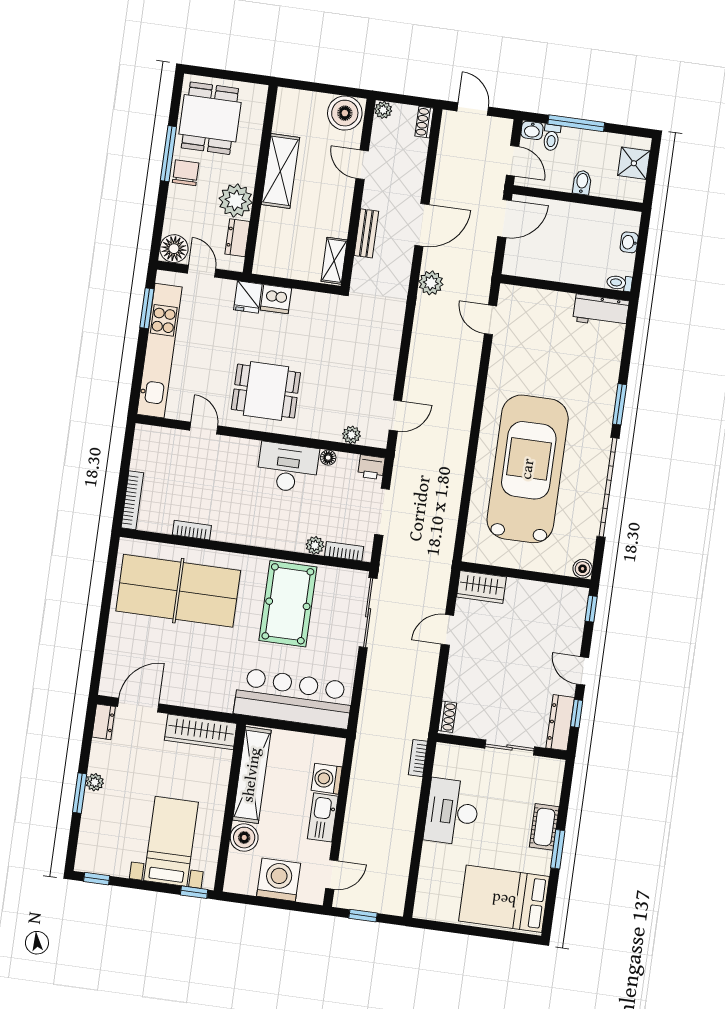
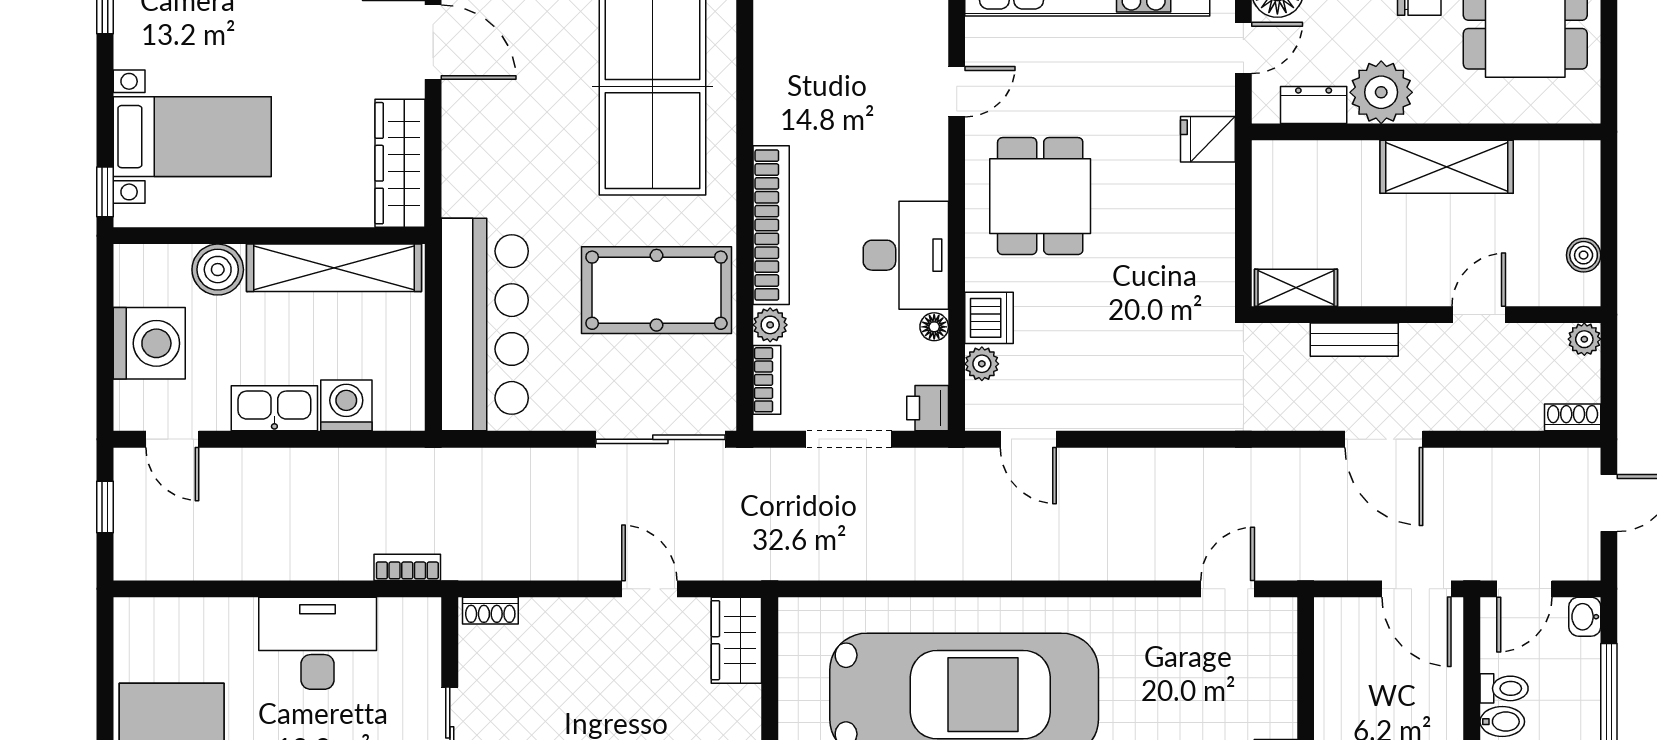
boiler: (345, 113) -> (1584, 255), width x0.54, depth x0.54
toilet: (552, 137) -> (1504, 688), moved, turned 180
plant: (431, 283) -> (1280, 470), removed
dishwasher: (276, 299) -> (989, 318), moved, turned 180
bookcase: (192, 530) -> (771, 225), moved, width x2.31, depth x1.31

